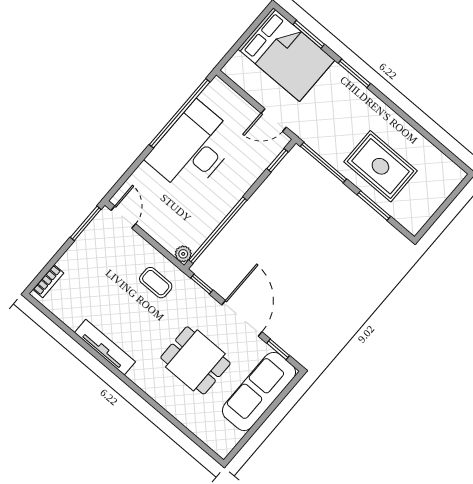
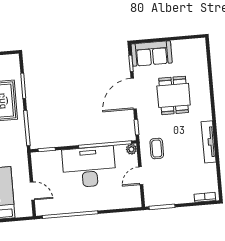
door: (274, 120) -> (32, 191), moved
desk: (193, 148) -> (89, 167), moved, turned 180
door: (123, 217) -> (141, 176), moved
sofa: (259, 391) -> (152, 53), width x0.73

